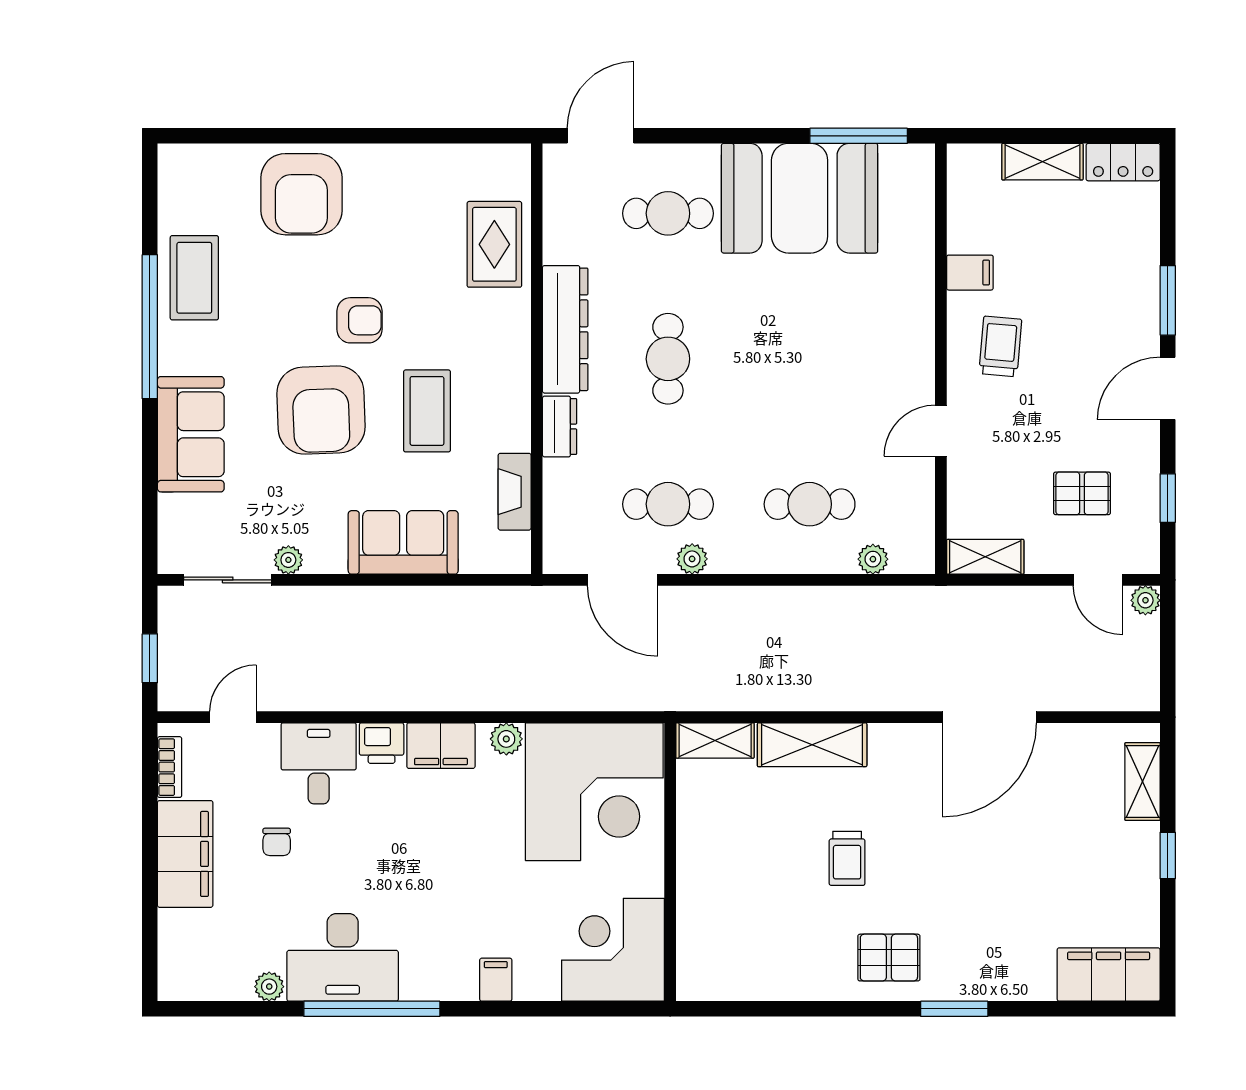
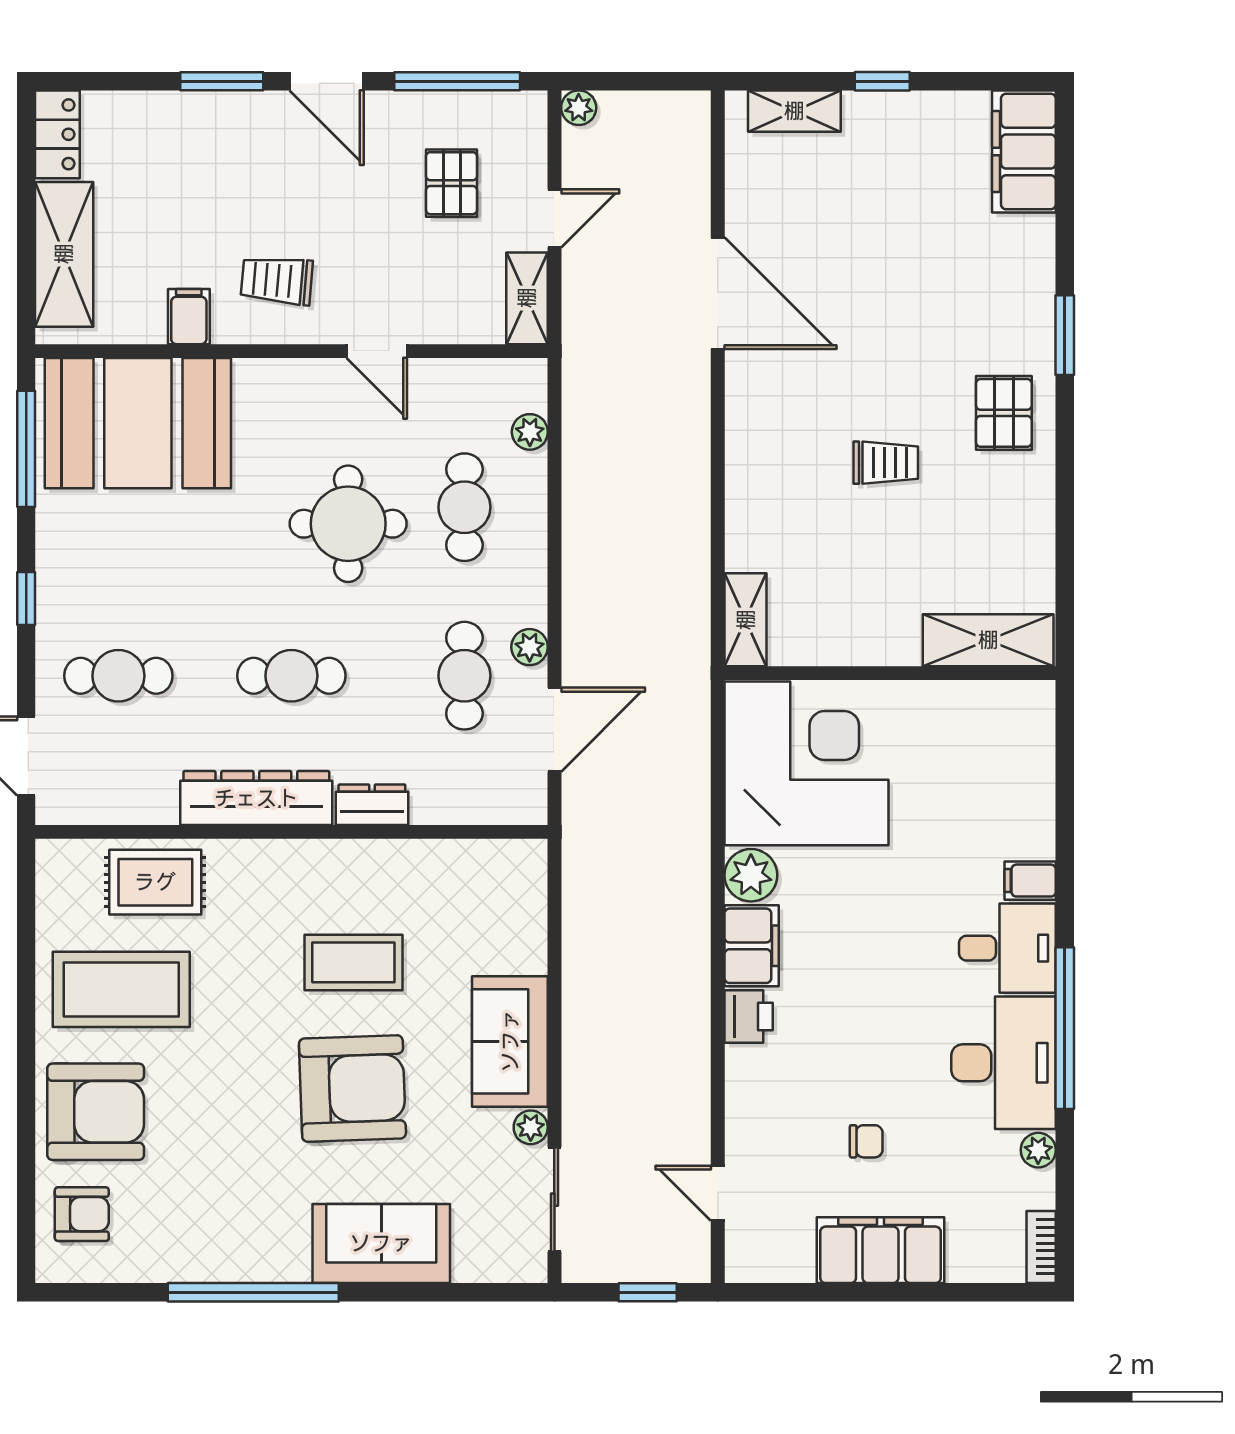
window: (733, 136) -> (26, 598), added
shelving: (1042, 162) -> (64, 254), width x1.50, depth x1.33
booth: (800, 198) -> (138, 423), moved, turned 90
cafe table: (668, 213) -> (118, 676), turned 90
coffee table: (194, 278) -> (121, 989), moved, width x1.36, depth x1.32
armchair: (359, 320) -> (82, 1214), moved, turned 90
round table: (796, 406) -> (348, 524), added
fireplace: (515, 492) -> (449, 858), removed
window: (1168, 498) -> (457, 81), width x2.17
sofa: (403, 542) -> (510, 1041), moved
door: (1098, 580) -> (554, 218), moved
plant: (506, 739) -> (751, 875), width x1.38, depth x1.38
shelving: (812, 745) -> (988, 640), moved, turned 90
desk: (319, 763) -> (1007, 948), moved, turned 180
bookcase: (170, 767) -> (1041, 1247), moved, turned -90
corner desk: (613, 950) -> (994, 741), removed

